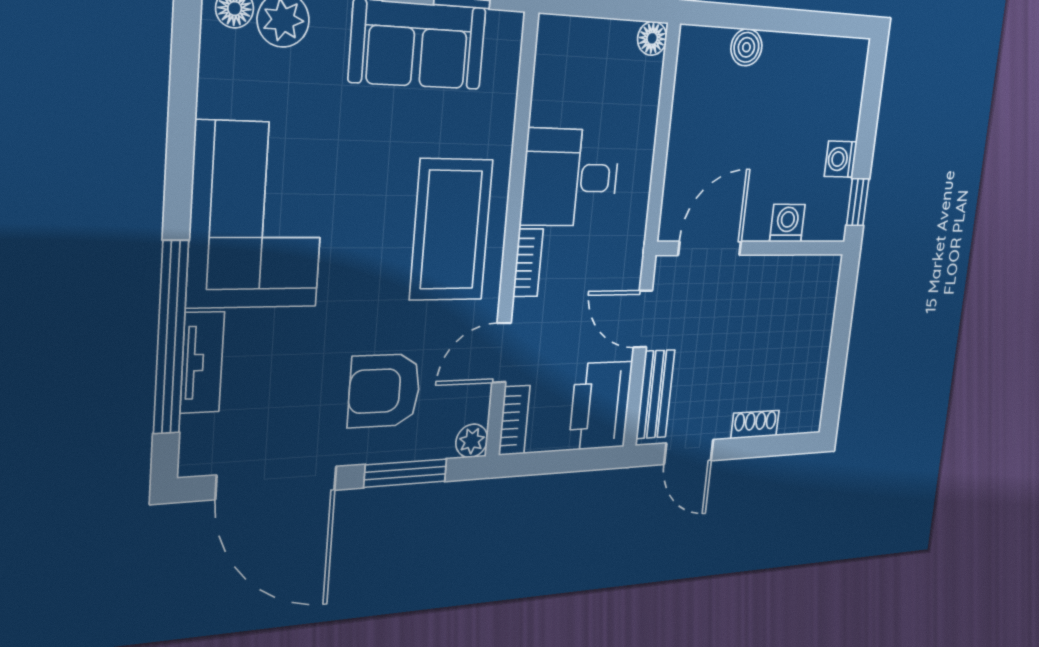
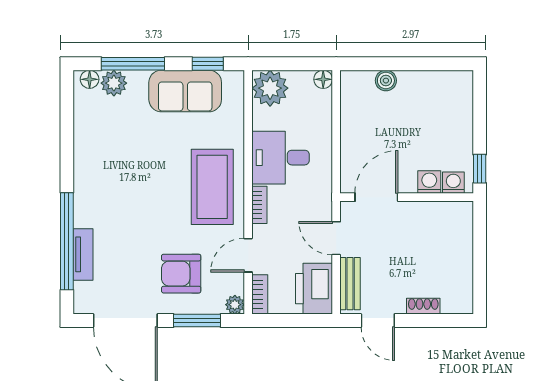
plant: (565, 49) -> (270, 88), added
washing machine: (841, 159) -> (453, 183), moved, turned 90
corner sofa: (257, 215) -> (107, 180), removed

